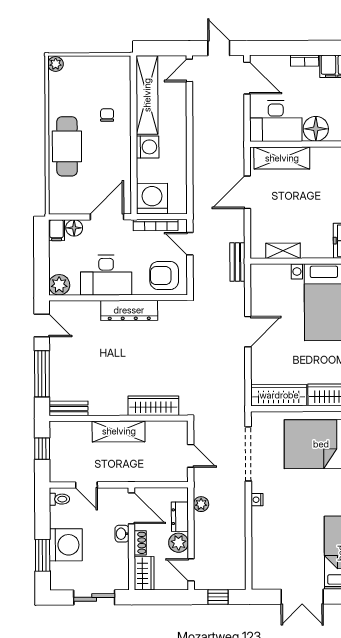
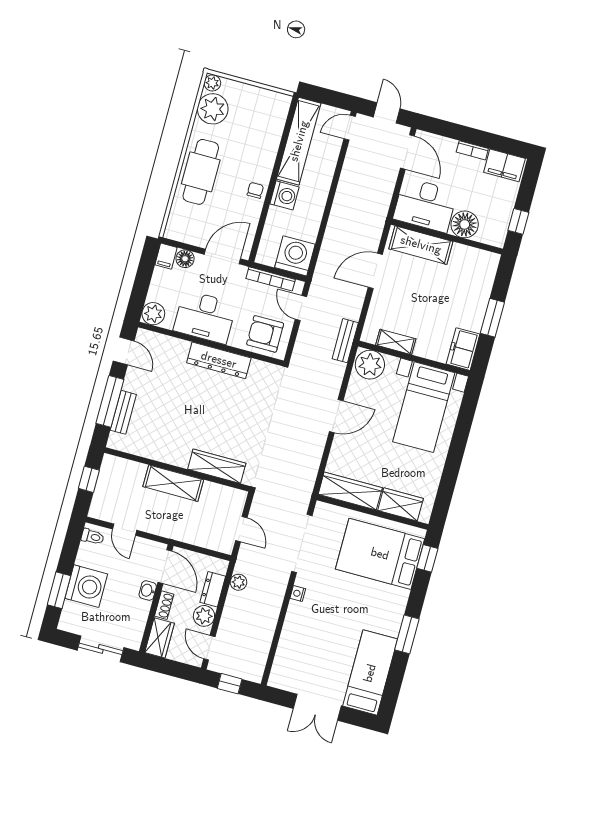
plant: (62, 87) -> (213, 109), added
chair: (107, 115) -> (255, 190), moved
washing machine: (152, 199) -> (295, 256), moved
plant: (265, 277) -> (370, 365), added
bench: (69, 408) -> (123, 412), moved, turned 90

